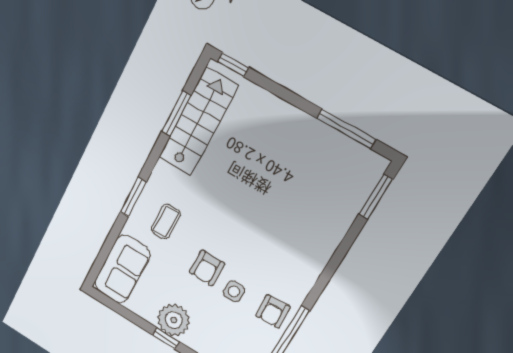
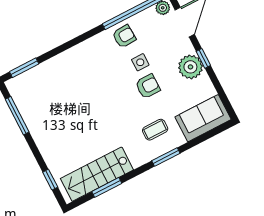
window: (233, 65) -> (50, 180), moved

